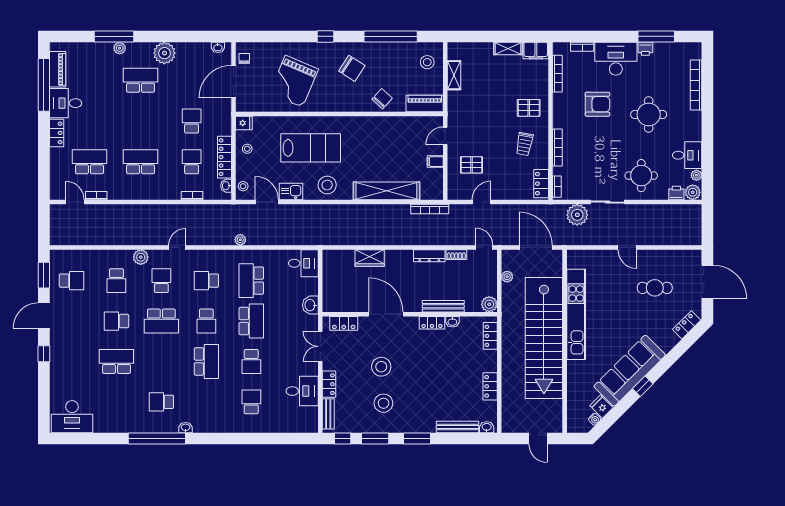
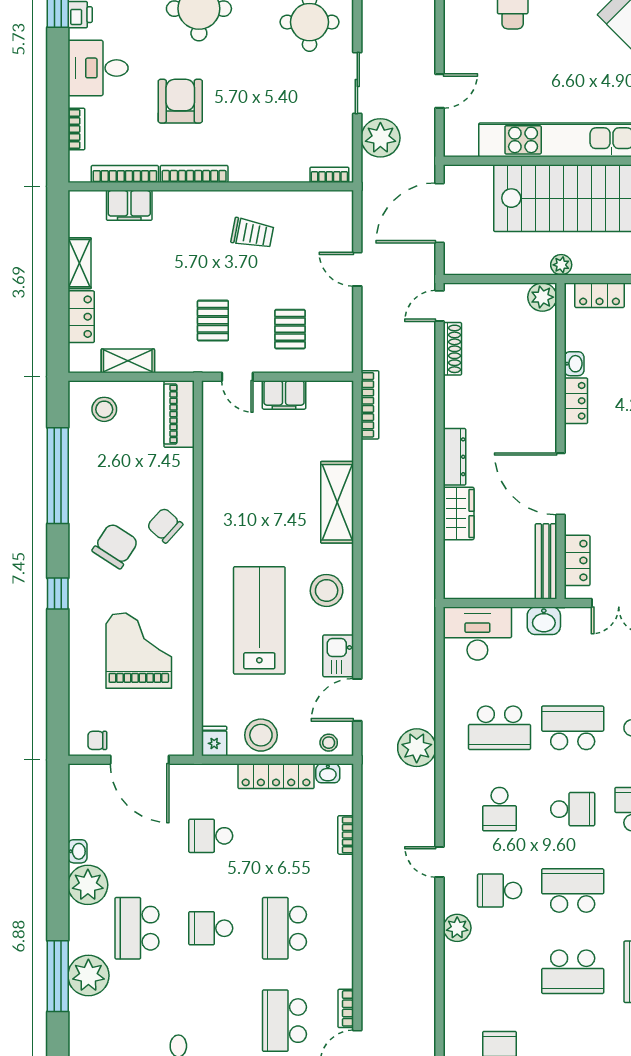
washbasin: (218, 47) -> (77, 851), moved
plant: (120, 48) -> (88, 976), width x1.87, depth x1.87
filing cabinet: (536, 51) -> (129, 205), moved, turned 90
desk: (616, 59) -> (98, 68), width x0.73
grand piano: (294, 81) -> (139, 651), turned -113
chair: (382, 99) -> (165, 525), moved
pallet: (529, 108) -> (213, 321), moved
bookcase: (557, 148) -> (194, 174), moved
stool: (247, 149) -> (261, 735), width x1.89, depth x1.89
school desk: (192, 162) -> (211, 928), moved
filing cabinet: (435, 162) -> (284, 395), width x2.00
locker: (541, 184) -> (81, 317), moved, turned -90
shelving: (386, 191) -> (337, 502), width x0.68
door: (482, 202) -> (357, 269), moved
plant: (240, 240) -> (417, 748), width x1.88, depth x1.88
door: (627, 247) -> (440, 91), moved
shoe rack: (456, 255) -> (452, 349), width x1.43
dresser: (429, 256) -> (455, 457), moved
desk: (303, 263) -> (477, 634), width x1.37
plant: (507, 277) -> (561, 265), moved
school desk: (116, 281) -> (500, 972), removed
bench: (443, 306) -> (546, 561), moved
door: (386, 314) -> (560, 484), hinge flipped
school desk: (116, 321) -> (573, 972), width x1.85
school desk: (161, 321) -> (573, 890), turned -90

